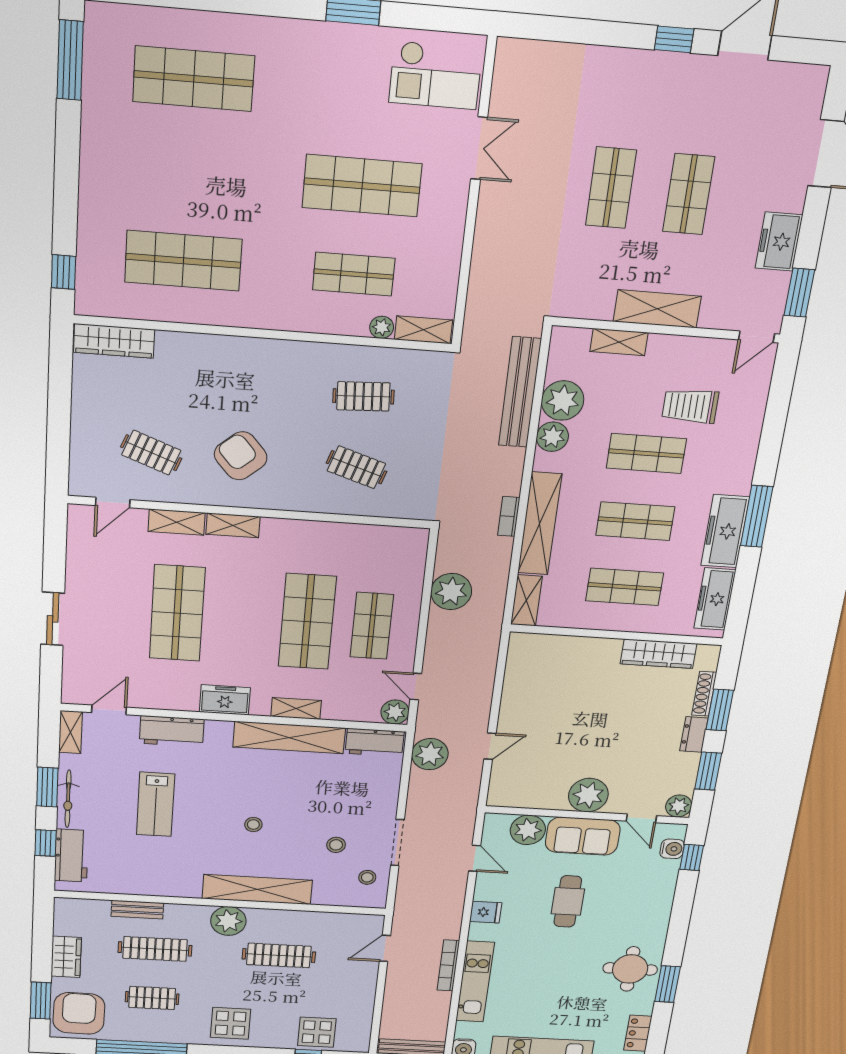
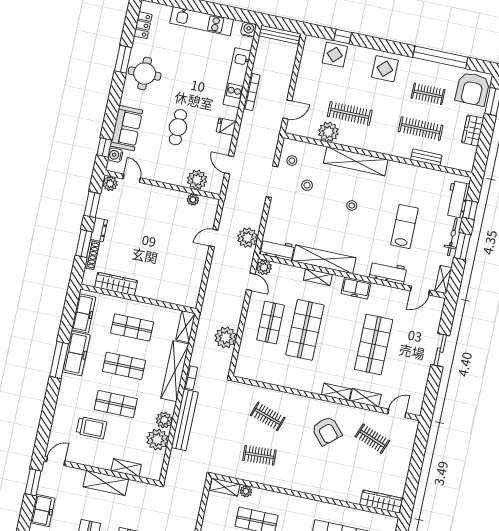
bench: (520, 392) -> (185, 420), moved
plant: (588, 795) -> (193, 200), moved, width x0.53, depth x0.53
sofa: (583, 836) -> (127, 128), moved, turned 90
plant: (228, 921) -> (328, 132), moved

